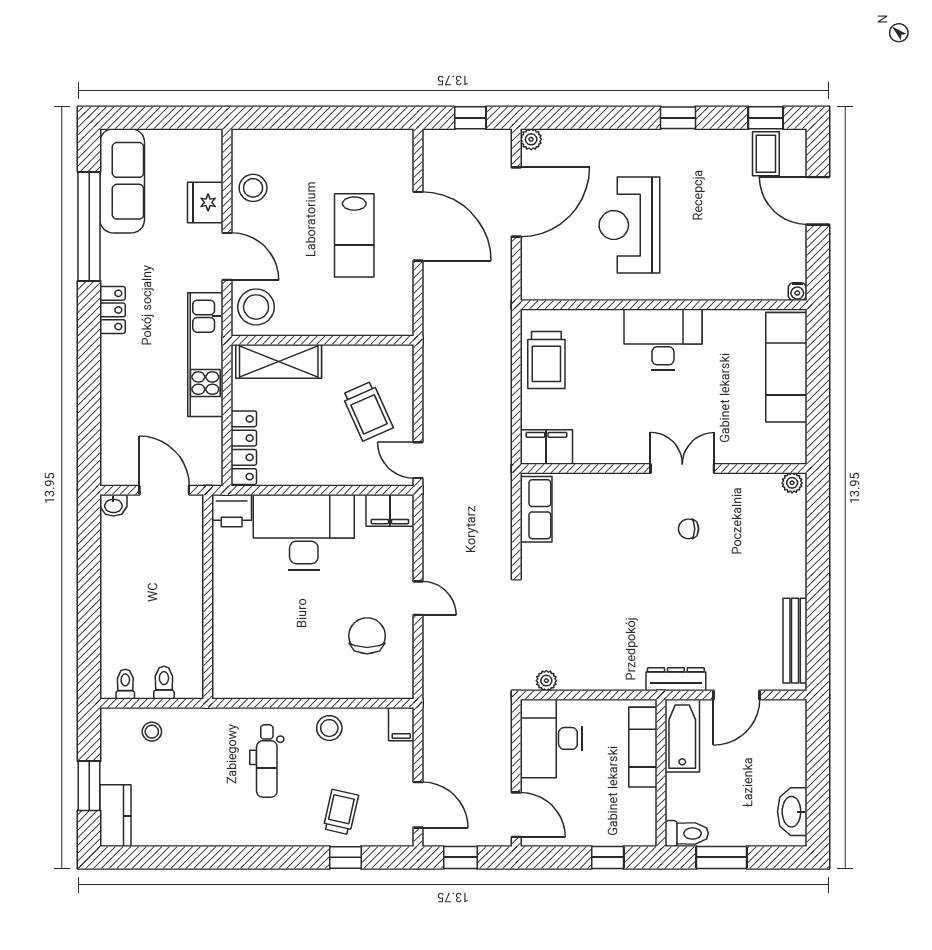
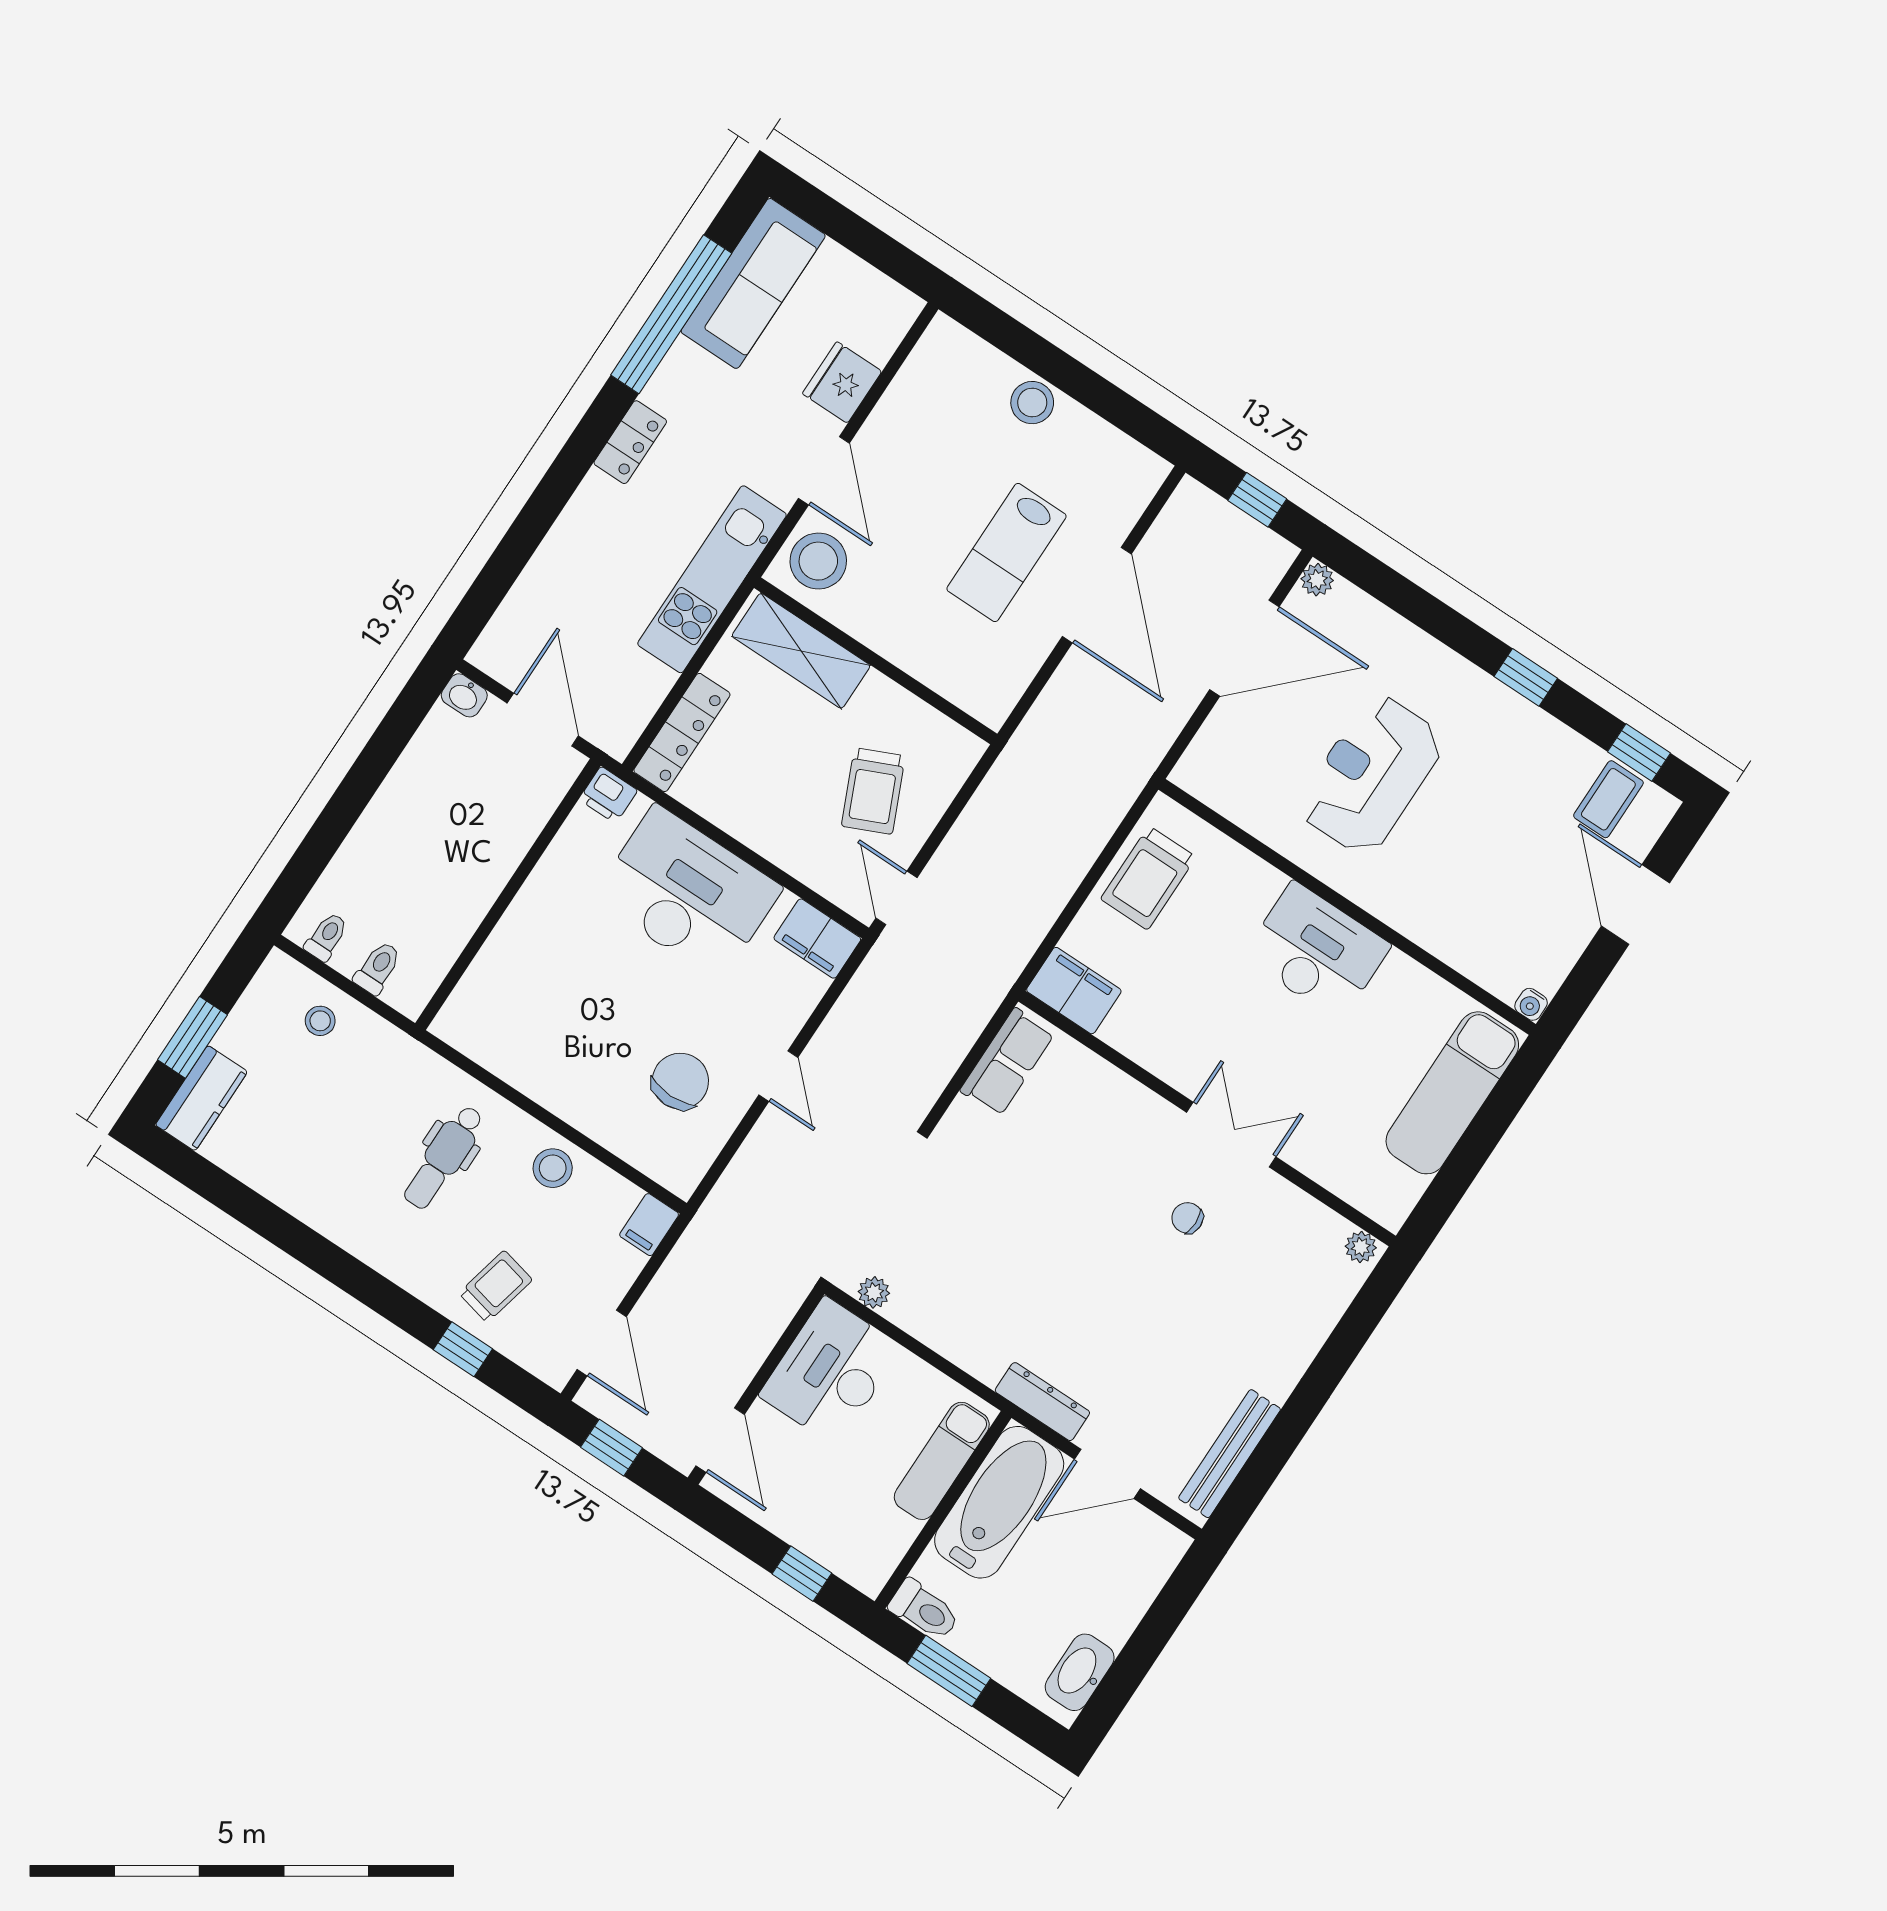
stool: (253, 188) -> (1032, 403), moved
printer: (232, 511) -> (608, 795), width x0.73, depth x0.81
bathtub: (682, 736) -> (999, 1502), width x1.36, depth x1.36

